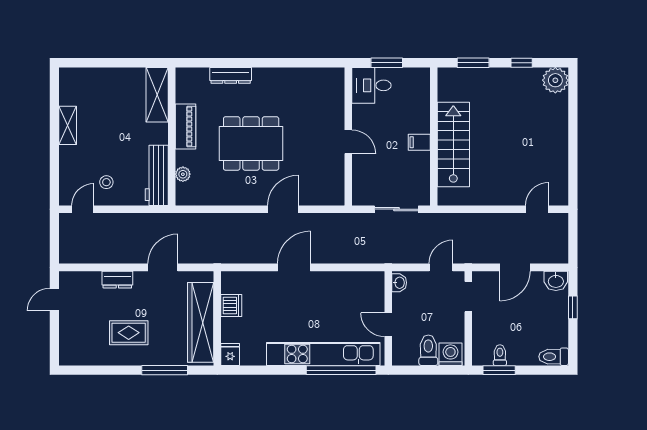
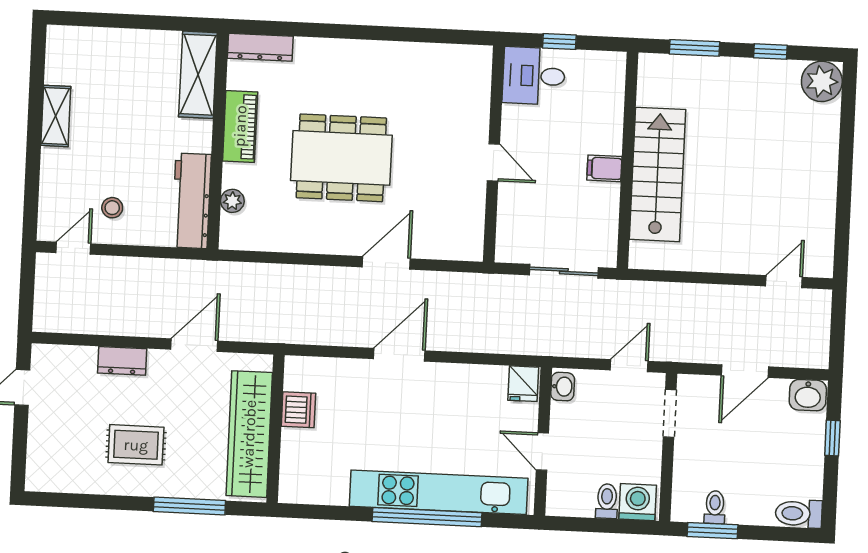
window: (387, 63) -> (559, 42), width x0.67
dresser: (231, 75) -> (260, 47), moved
toilet: (428, 350) -> (607, 501), width x0.73, depth x0.72
fridge: (230, 355) -> (523, 384), moved, turned 180
window: (341, 370) -> (427, 517), moved

